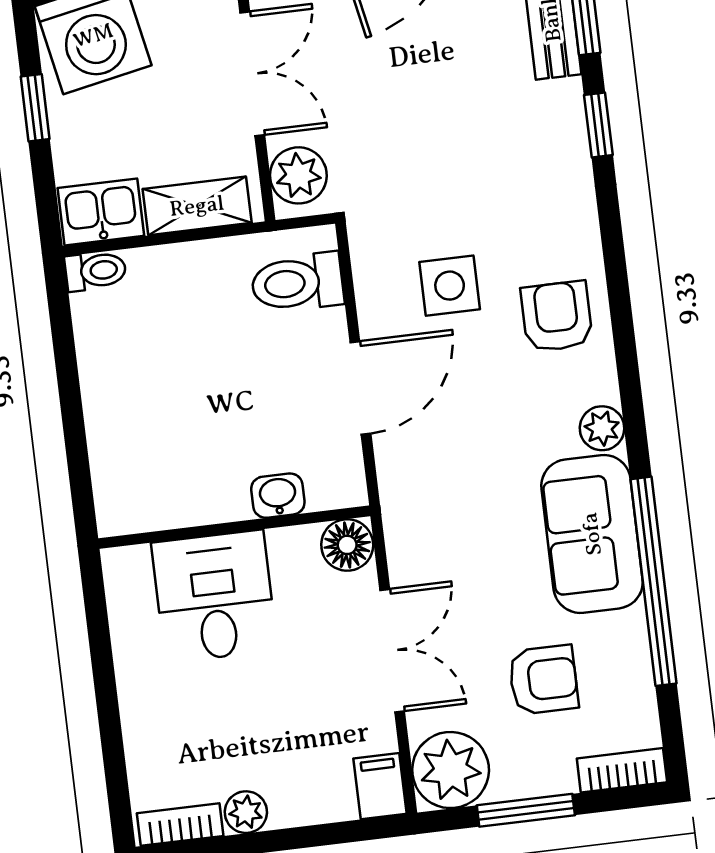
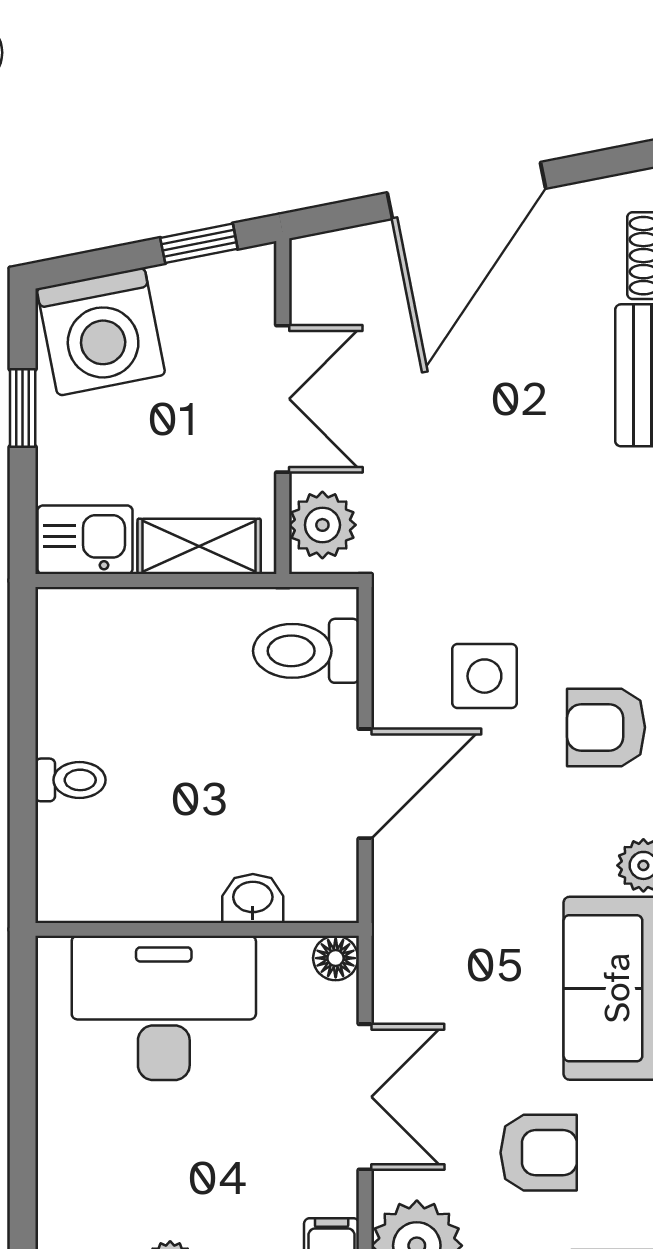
toilet: (95, 271) -> (70, 780), moved
armchair: (557, 316) -> (606, 727), turned -90
floor lamp: (347, 545) -> (336, 958), width x0.73, depth x0.73
desk: (214, 596) -> (164, 1008), width x1.37

